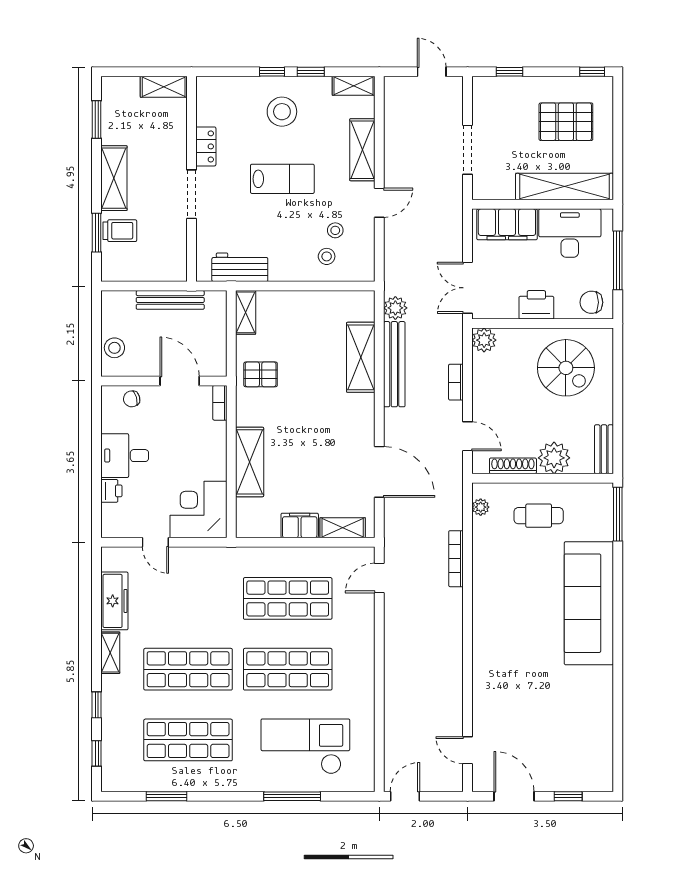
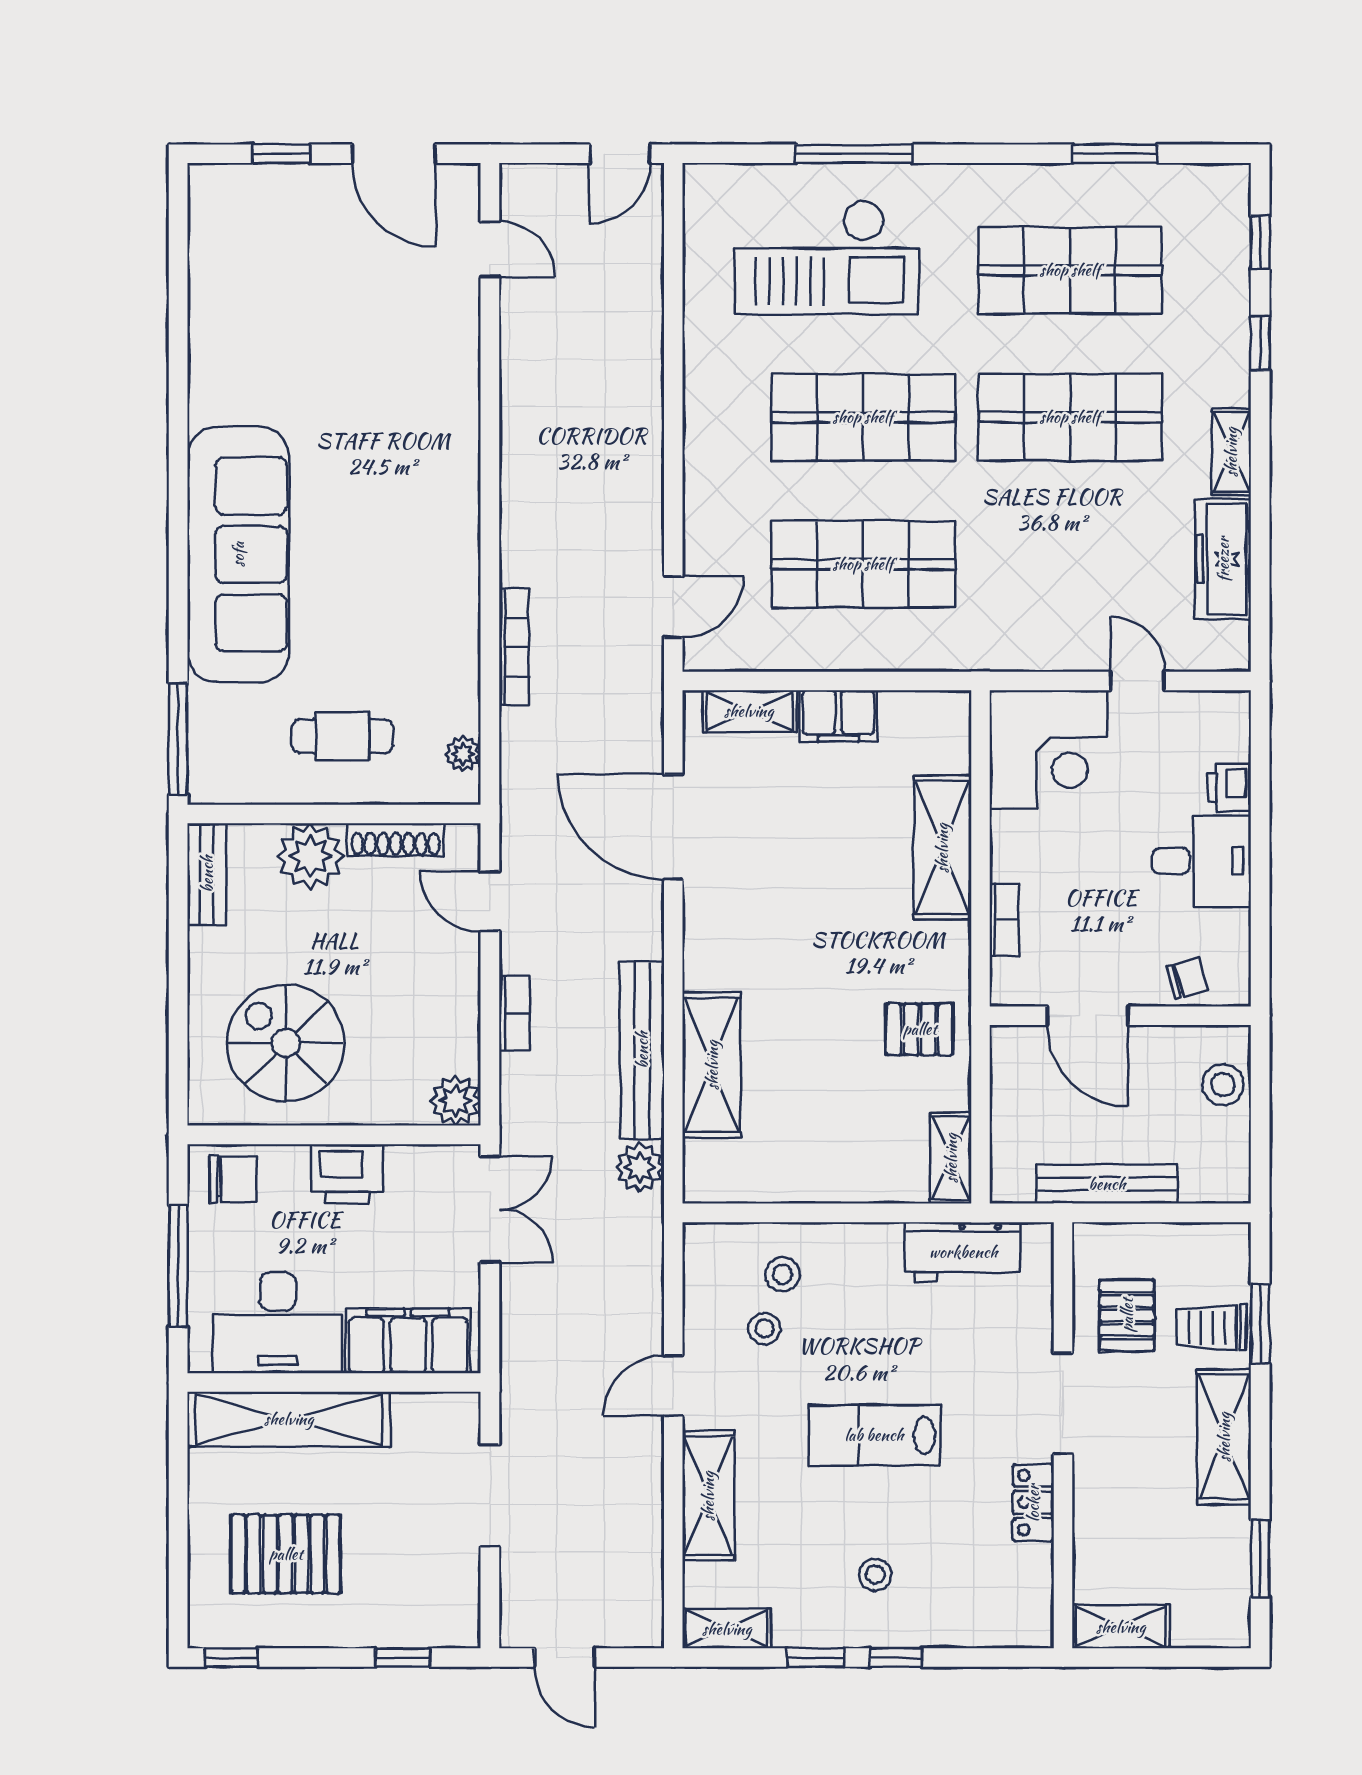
stool: (282, 112) -> (875, 1575), width x0.53, depth x0.53
pallet: (161, 237) -> (1127, 1315), added
bookcase: (220, 403) -> (1004, 919), moved

